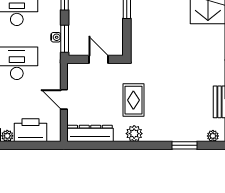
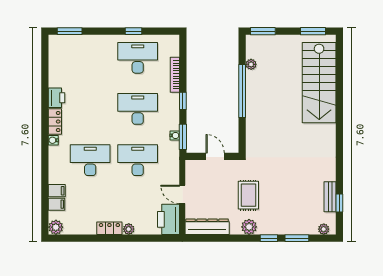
printer: (30, 130) -> (168, 219), moved, turned -90
window: (155, 145) -> (269, 238), added

